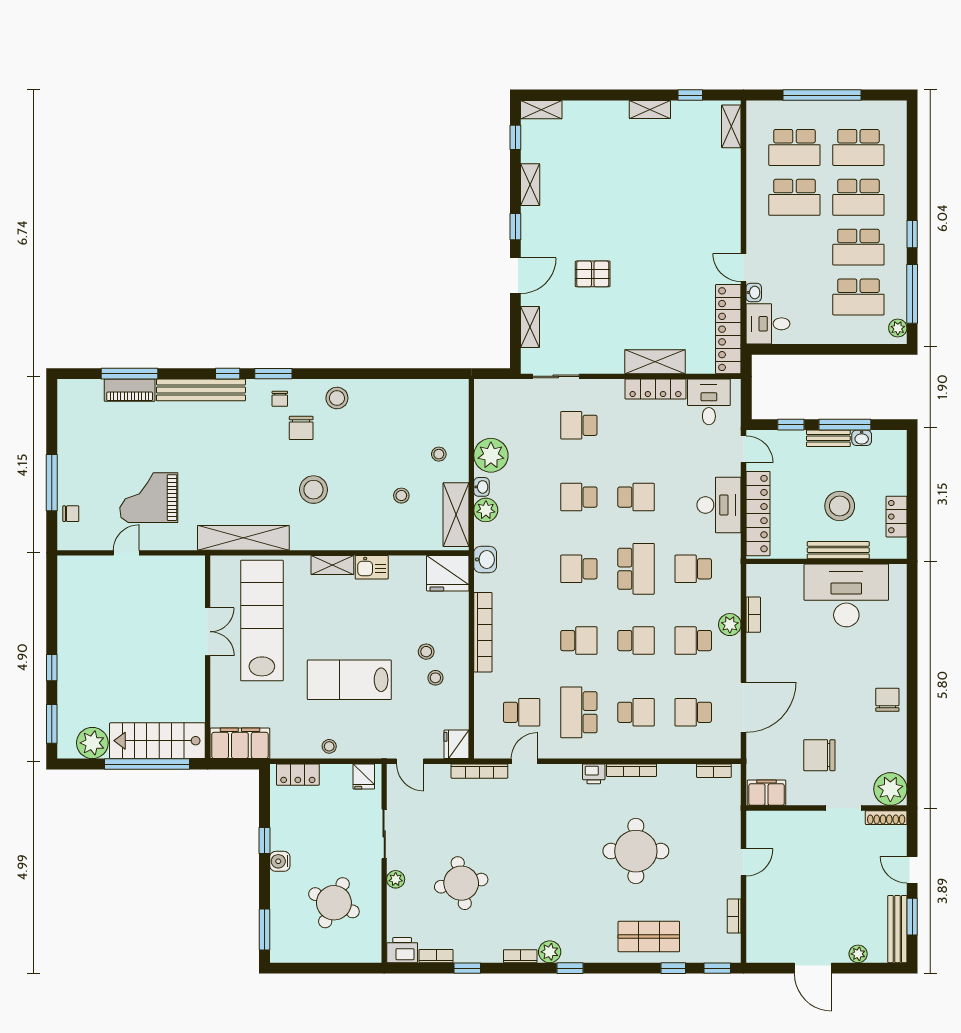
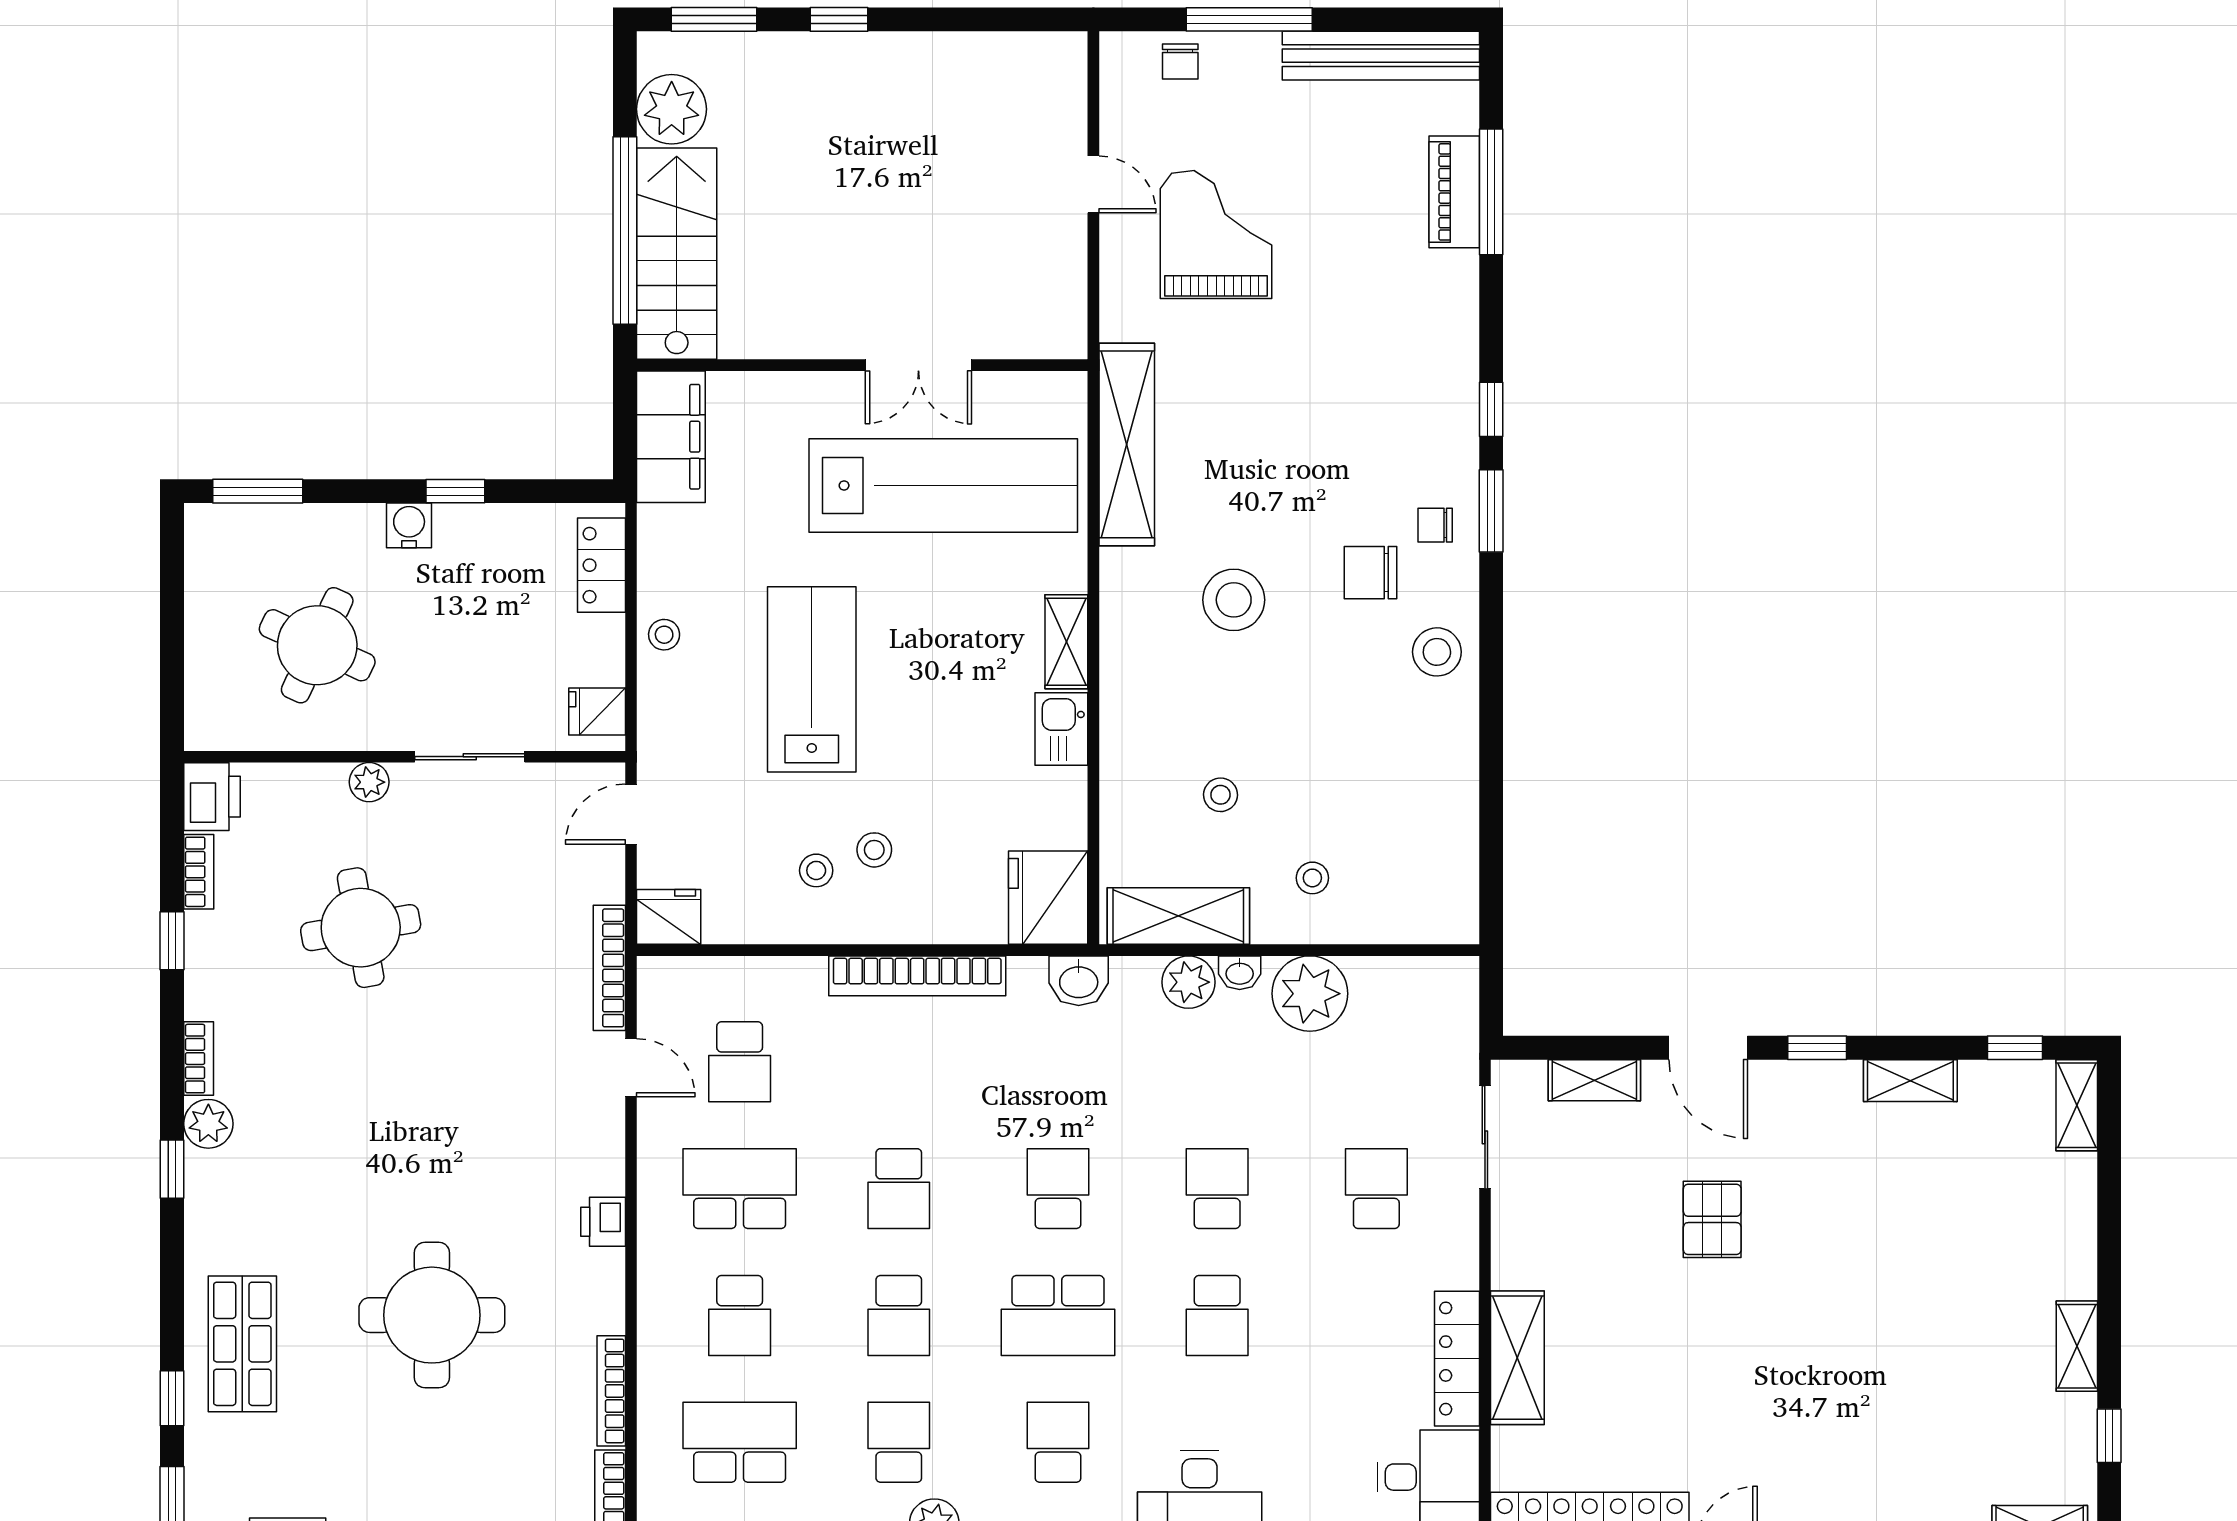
bench: (201, 390) -> (1381, 56), moved, turned 90
school desk: (693, 712) -> (740, 1442), width x1.85
bookcase: (631, 770) -> (611, 1391), moved

